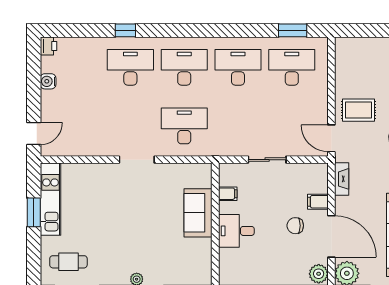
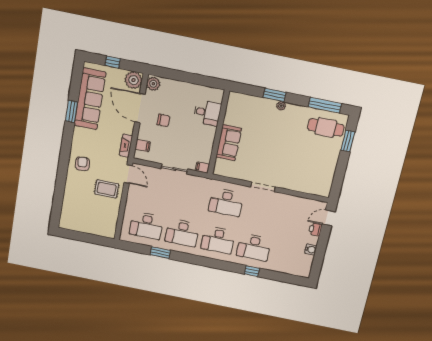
window: (293, 30) -> (160, 253), moved
printer: (48, 46) -> (315, 229), moved
filing cabinet: (228, 194) -> (202, 168), moved
kitchen unit: (50, 199) -> (328, 172), removed
filing cabinet: (318, 202) -> (143, 146), moved
window: (34, 212) -> (348, 141), moved
desk: (236, 231) -> (207, 113), moved
cafe table: (68, 262) -> (326, 127), width x1.37, depth x1.35

